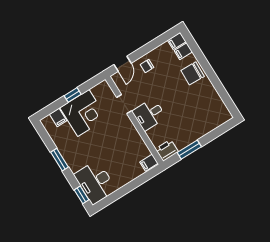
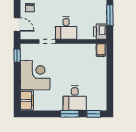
window: (73, 95) -> (17, 56), moved
filing cabinet: (58, 117) -> (27, 101), width x2.00
window: (59, 160) -> (70, 114), moved
desk: (95, 182) -> (75, 98), moved, width x0.73

